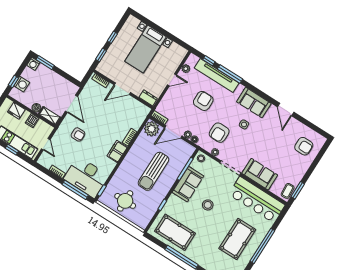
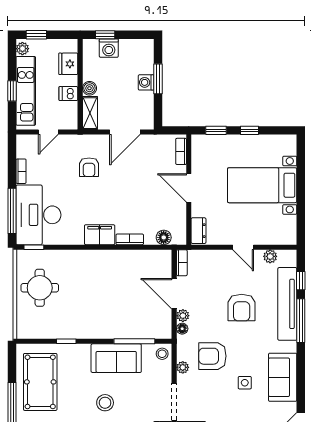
window: (45, 63) -> (158, 79), moved
washing machine: (33, 64) -> (146, 82), moved
armchair: (203, 101) -> (242, 308), turned 90
floor lamp: (140, 119) -> (164, 237), added
plant: (152, 129) -> (160, 262), removed
sun lounger: (153, 171) -> (104, 301), removed

